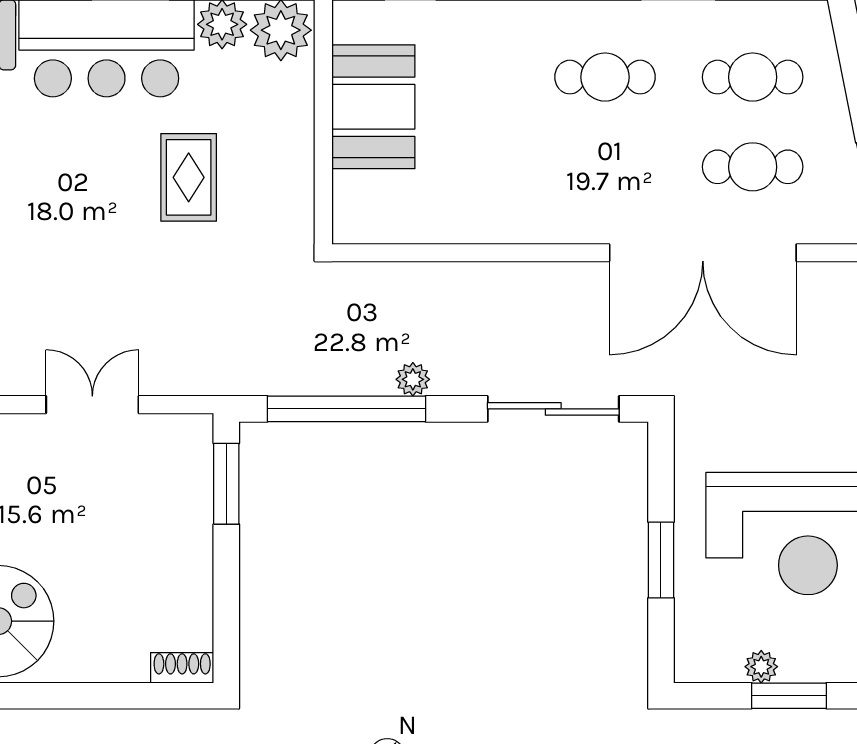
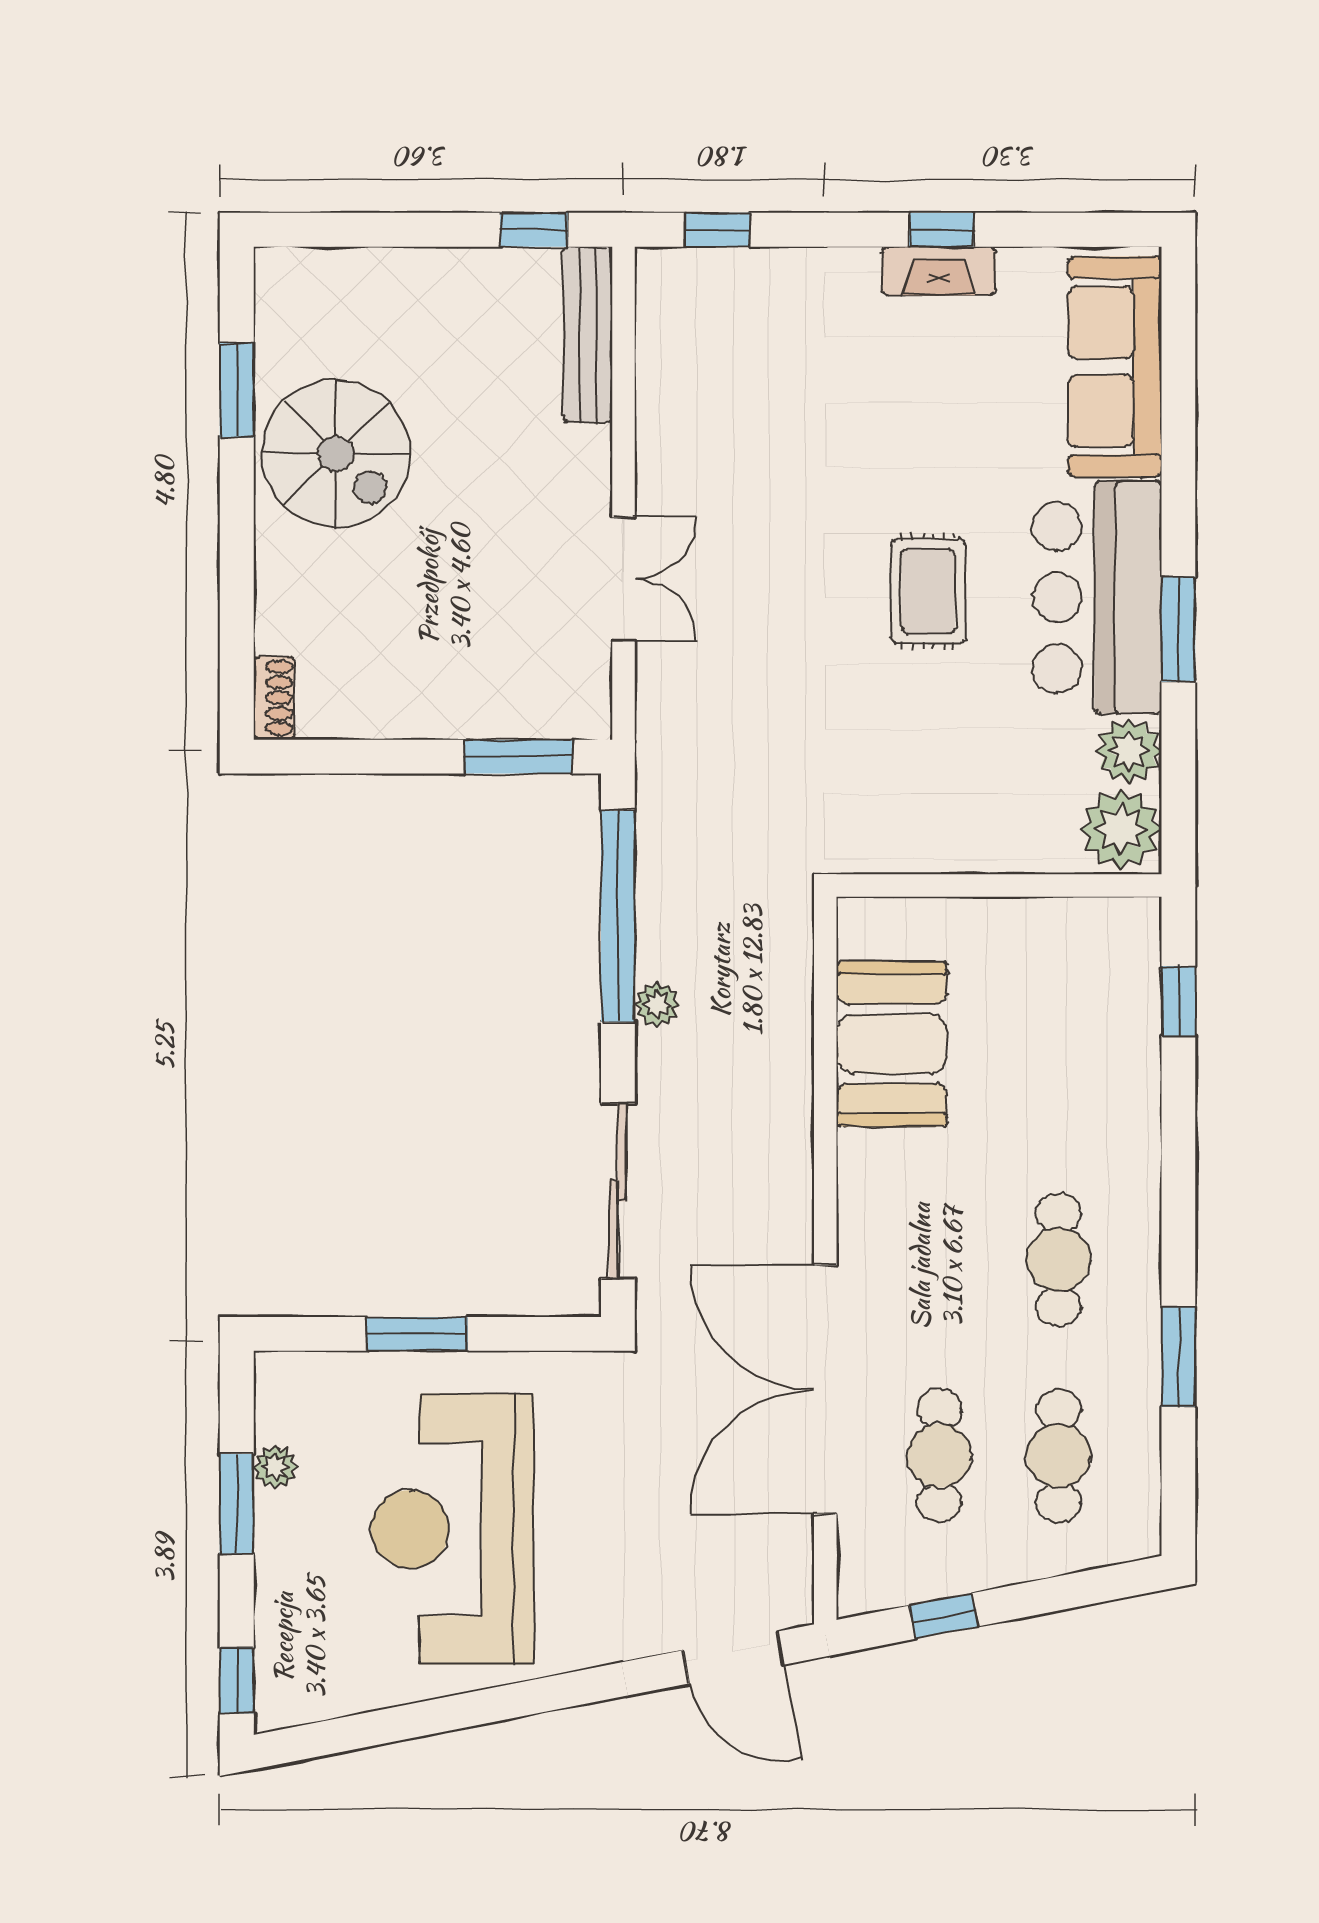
booth: (373, 107) -> (892, 1044), moved, turned 90
rug: (189, 177) -> (928, 591), moved, turned 90

